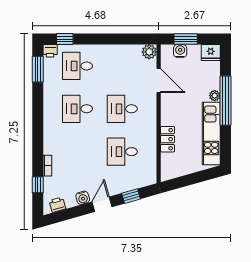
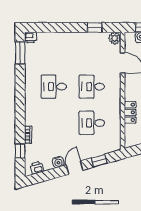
window: (65, 39) -> (95, 27), moved
desk: (77, 66) -> (54, 50), removed

